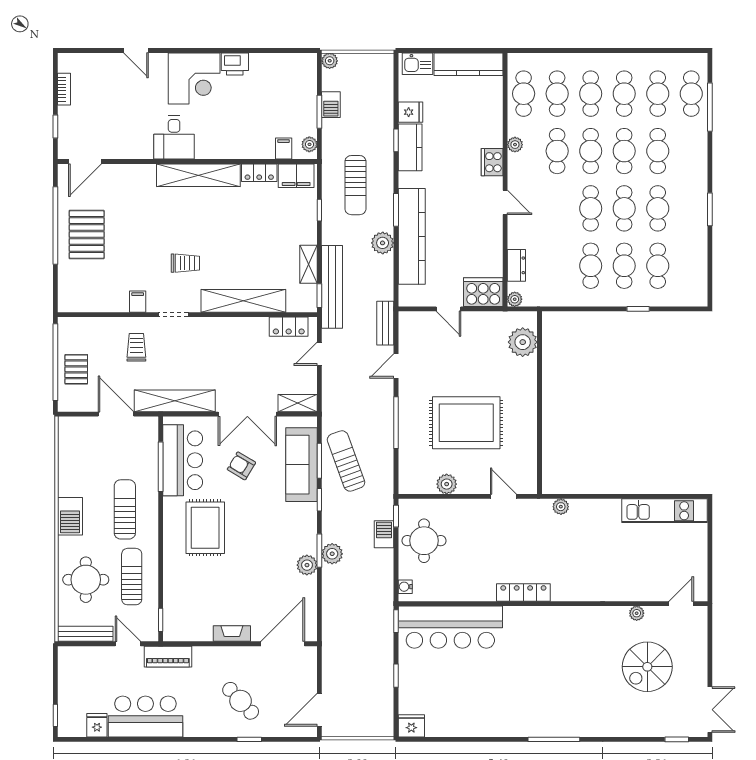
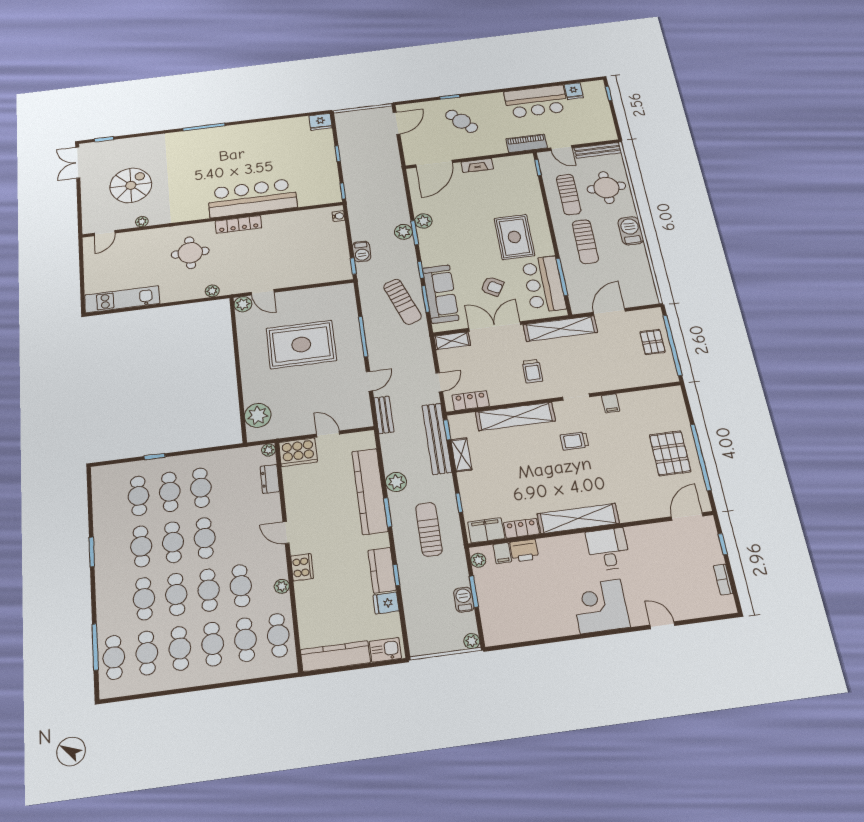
printer: (235, 64) -> (524, 551), moved, turned 180
trolley: (136, 347) -> (532, 371), moved
door: (116, 414) -> (609, 312), swing flipped
plant: (447, 484) -> (243, 304), moved
round table: (424, 541) -> (190, 253), moved
bar counter: (450, 627) -> (252, 198), moved

